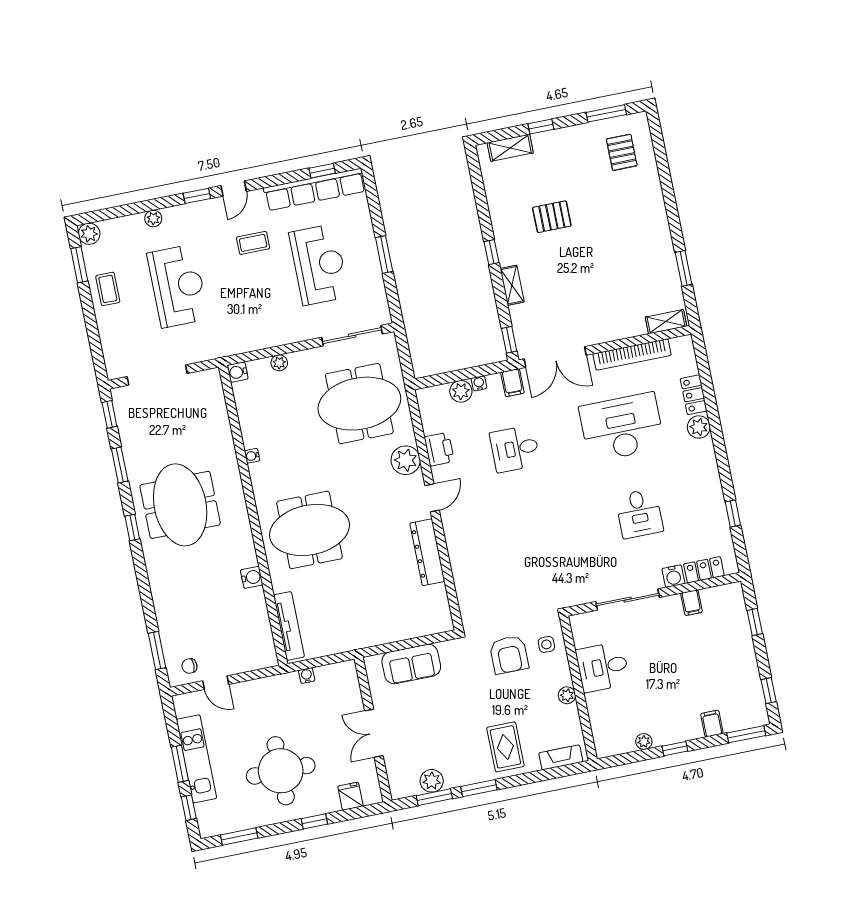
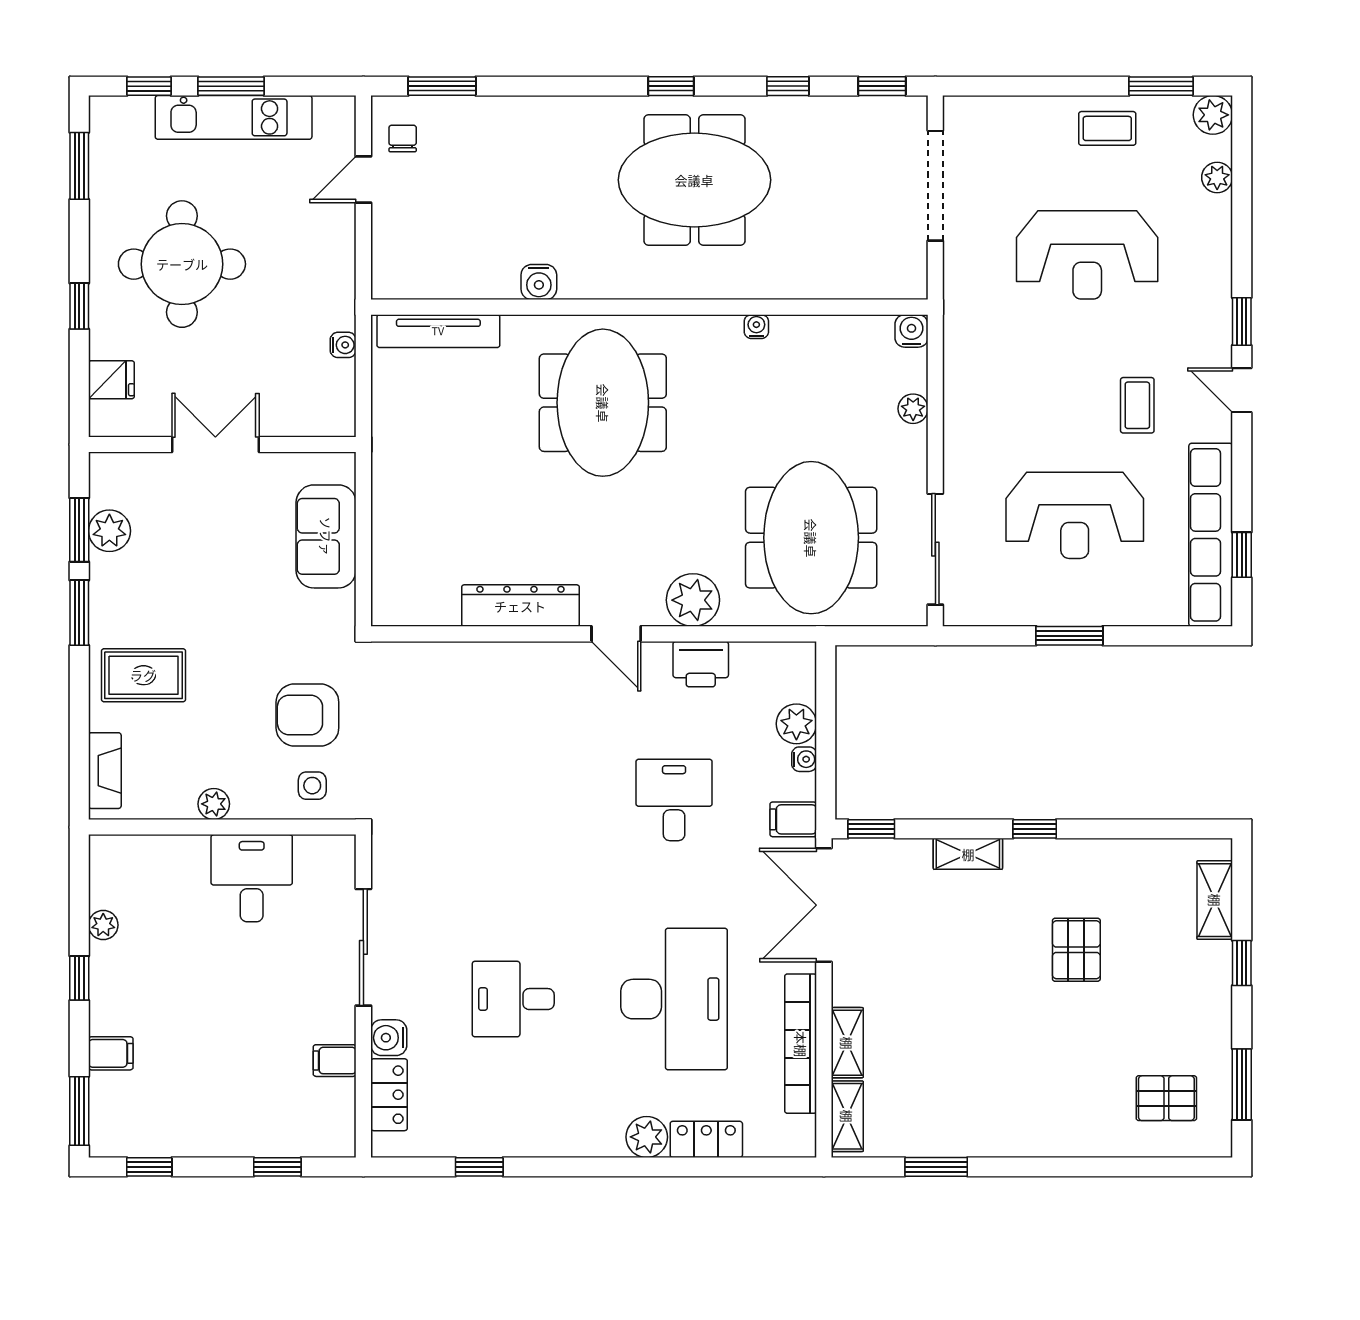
plant: (153, 218) -> (1217, 177), moved
shelving: (626, 330) -> (847, 1043), added
window: (120, 465) -> (788, 86), width x0.67

